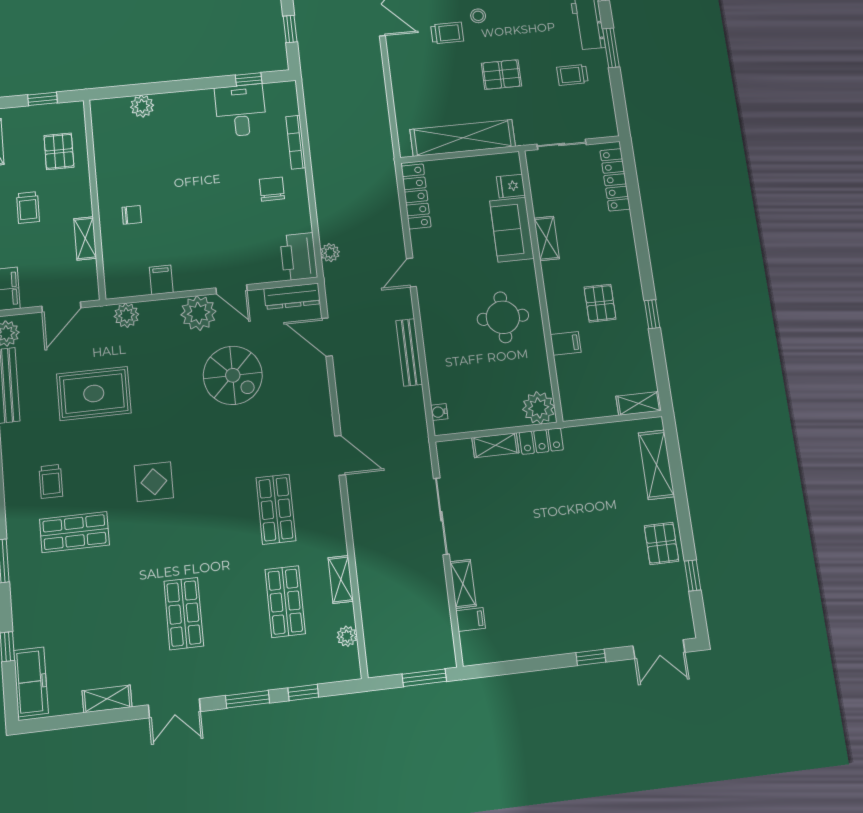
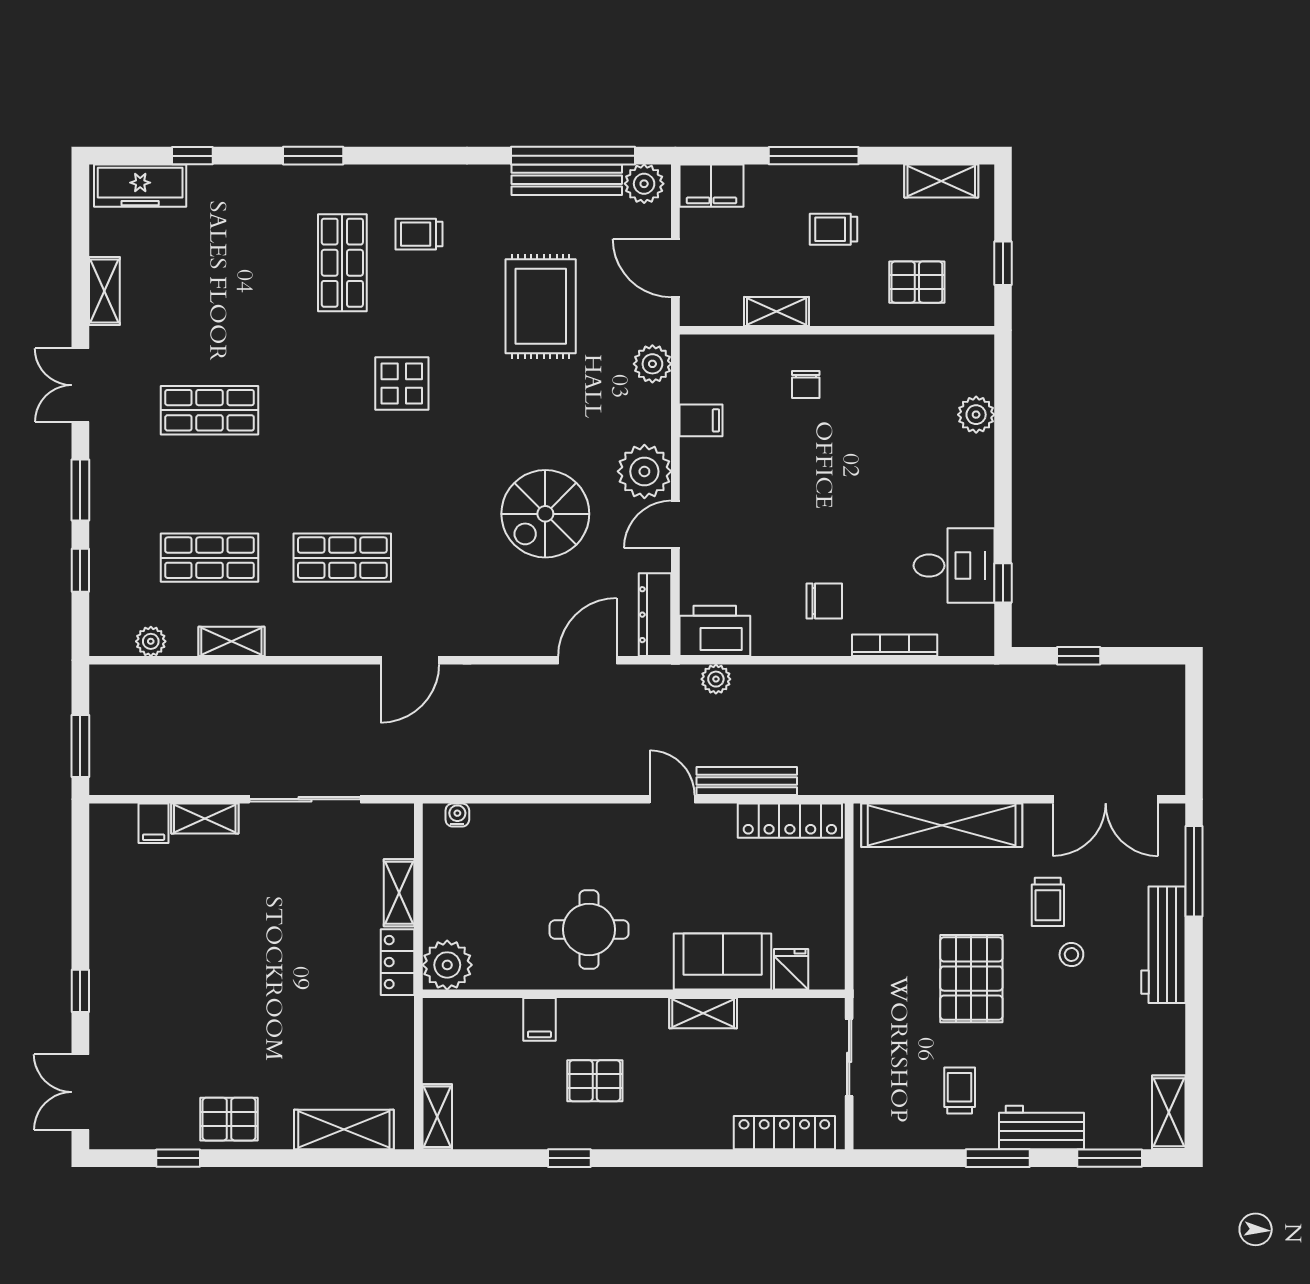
pallet: (501, 75) -> (971, 979), width x1.50, depth x1.42
shelving: (463, 138) -> (942, 825), moved, turned 90
bench: (409, 352) -> (747, 781), moved

